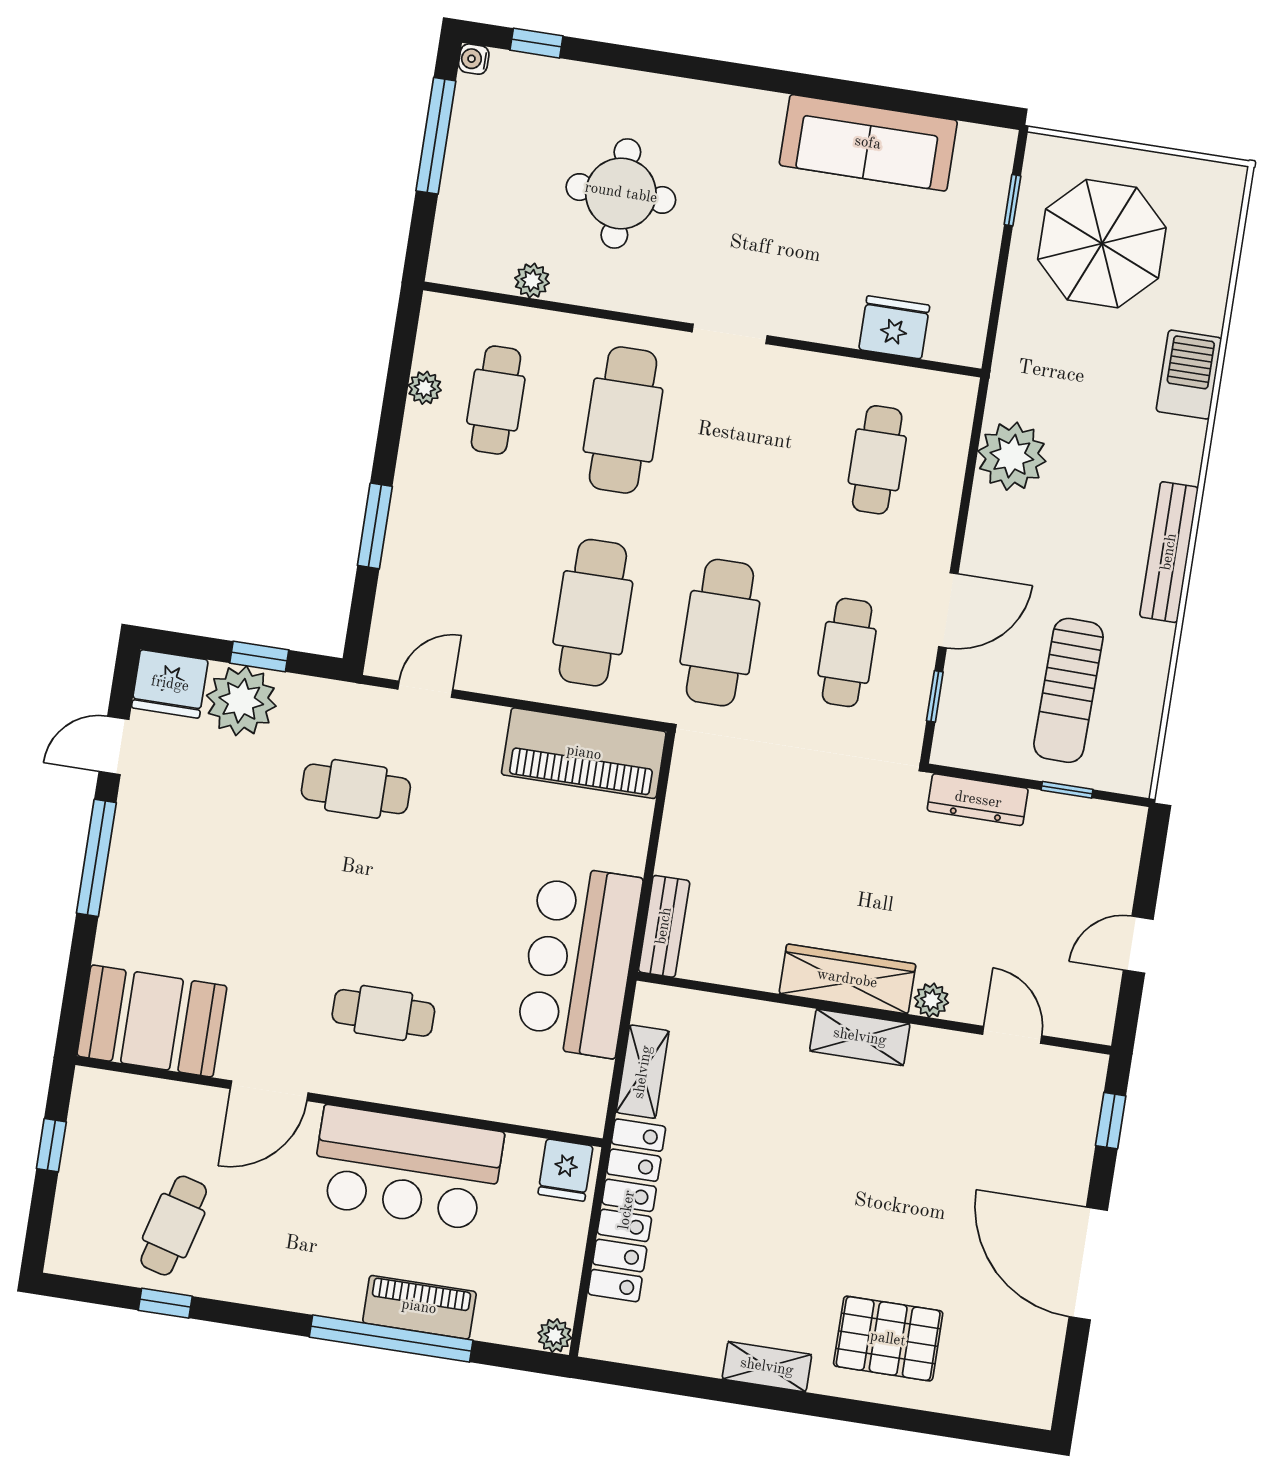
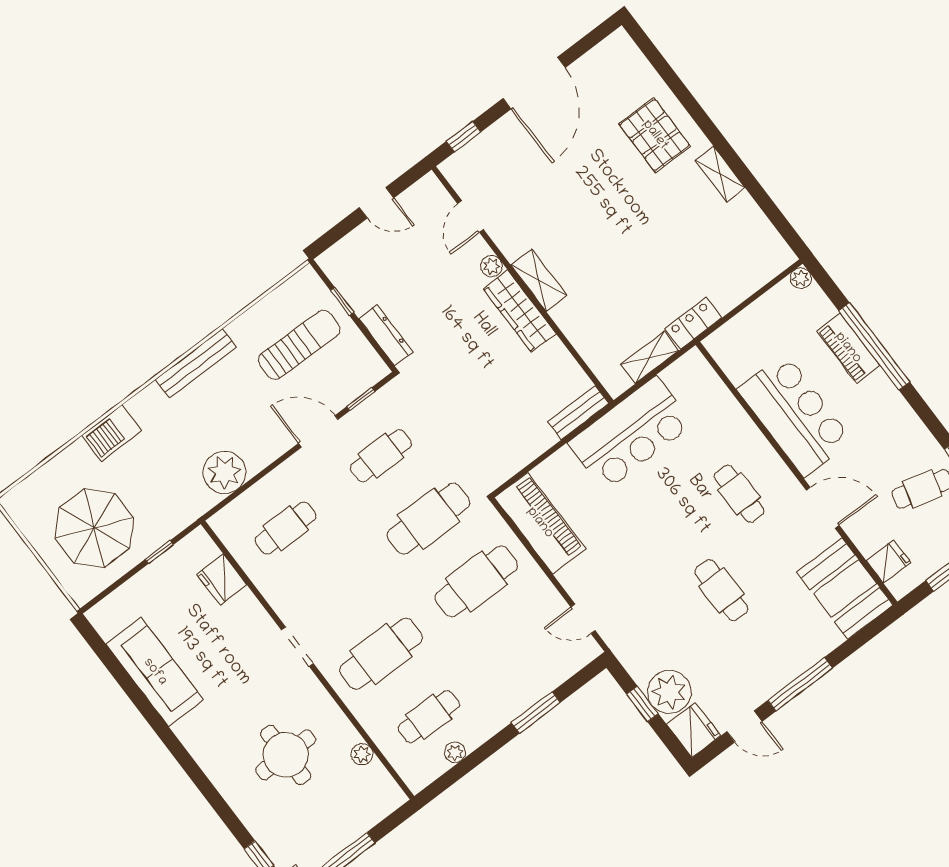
window: (1012, 200) -> (159, 552), moved
cafe table: (356, 789) -> (721, 590), moved
fridge: (565, 1170) -> (889, 561), moved
locker: (627, 1210) -> (693, 323), width x0.46, depth x0.83

